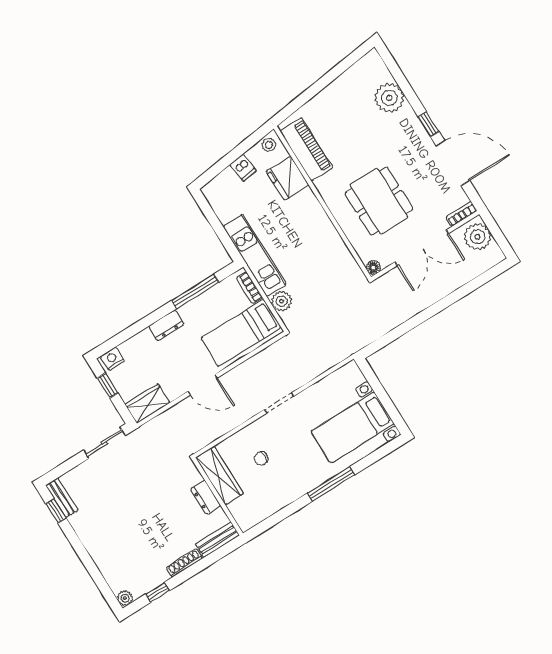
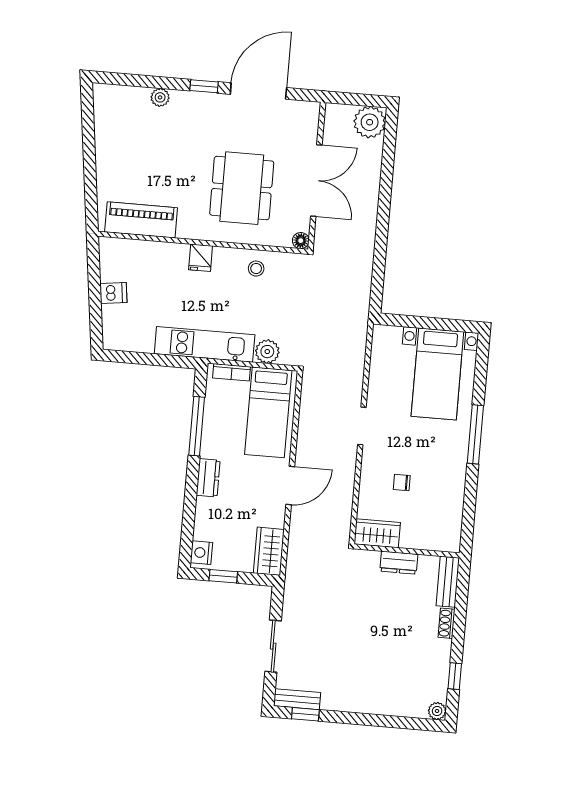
plant: (389, 98) -> (160, 97), width x0.53, depth x0.53
stool: (269, 145) -> (256, 269), moved
fridge: (288, 178) -> (201, 258), moved, width x0.53, depth x0.75
dining table: (379, 201) -> (242, 188), turned 90
bookcase: (462, 214) -> (312, 119), removed
plant: (477, 237) -> (370, 122), moved
sliding door: (104, 443) -> (273, 646), moved
chair: (261, 458) -> (402, 482), turned 90
wardrobe: (219, 475) -> (377, 533), width x0.67
shoe rack: (184, 563) -> (447, 623), width x0.70

